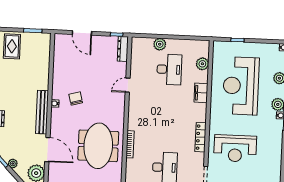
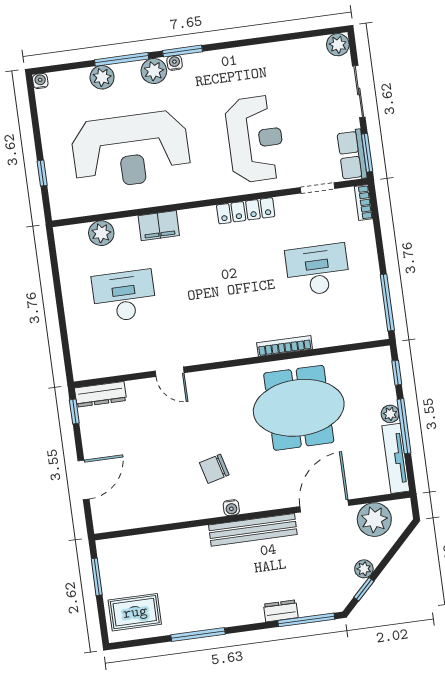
plant: (160, 44) -> (78, 324), removed

